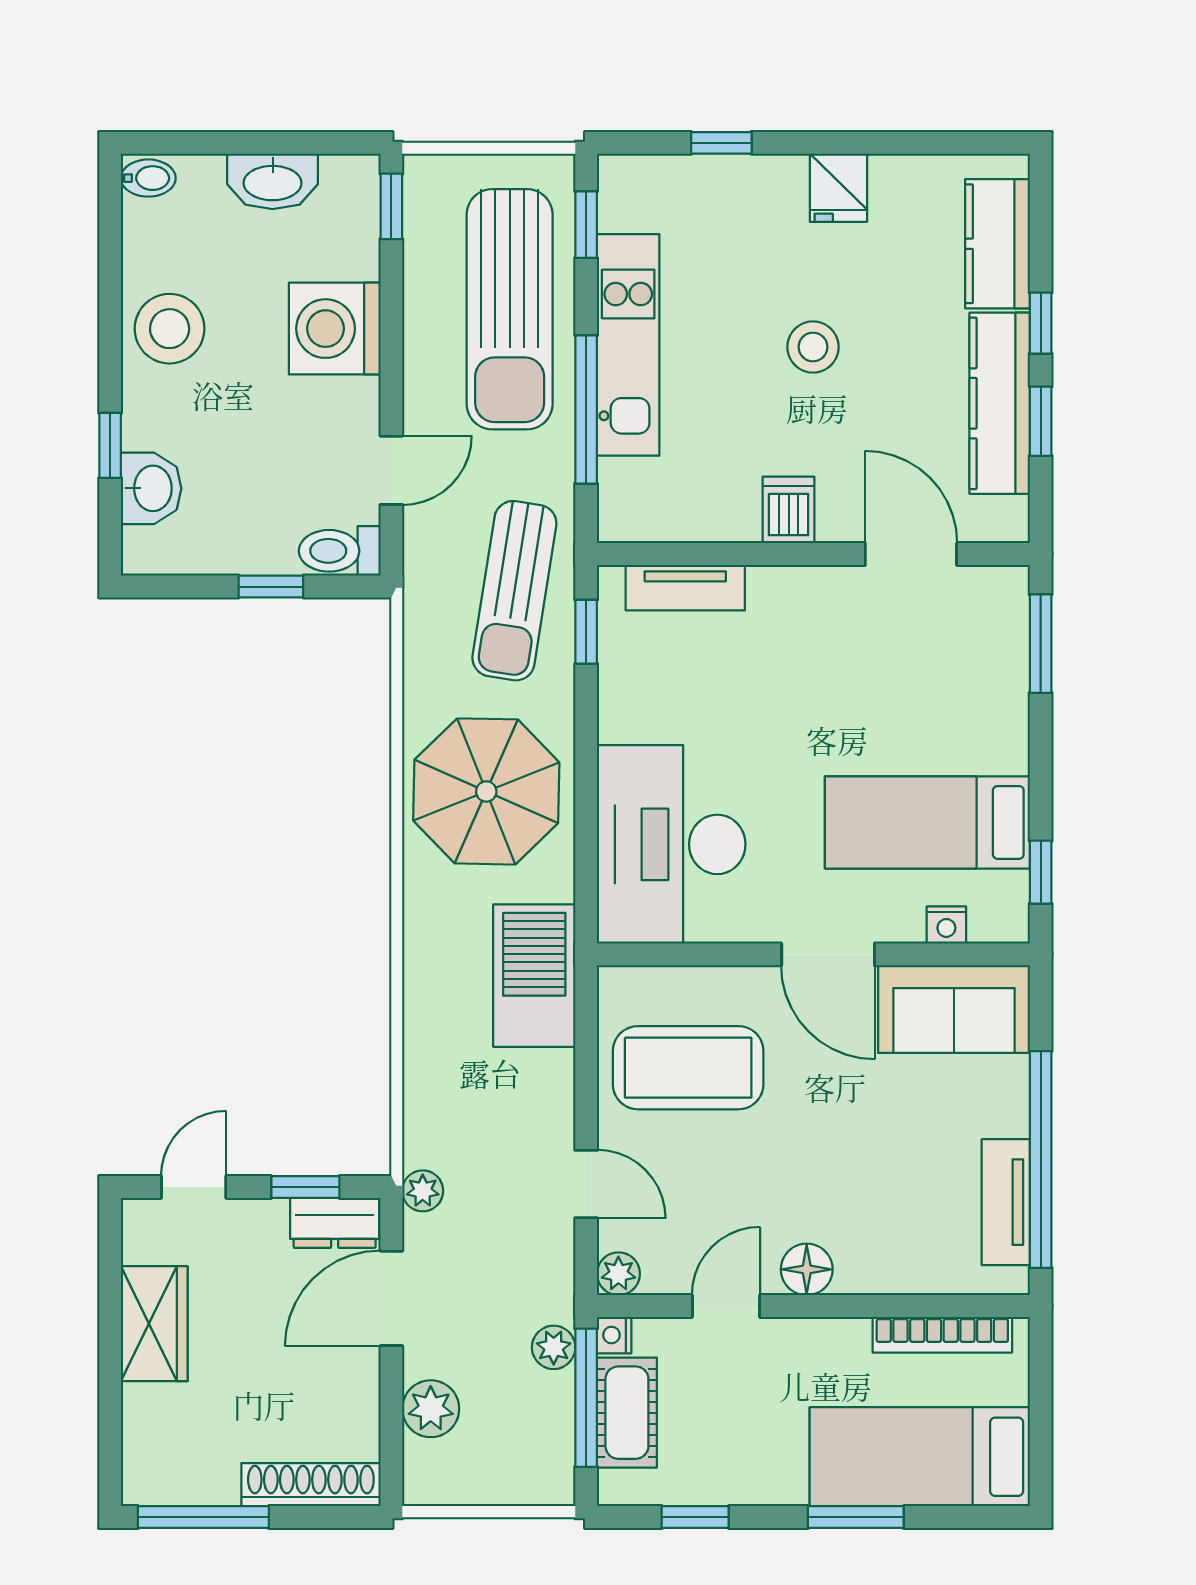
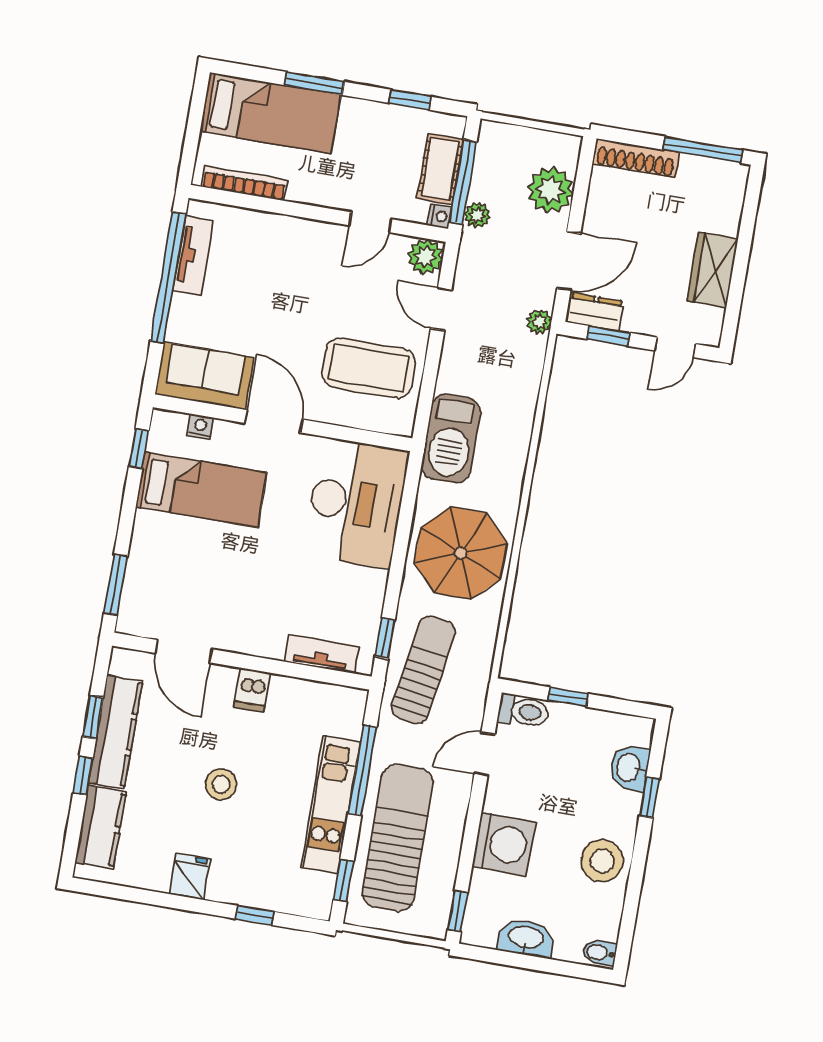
floor lamp: (807, 1269) -> (319, 236), removed
plant: (618, 1274) -> (425, 256), width x1.38, depth x1.38
plant: (431, 1409) -> (550, 190), width x1.36, depth x1.36

